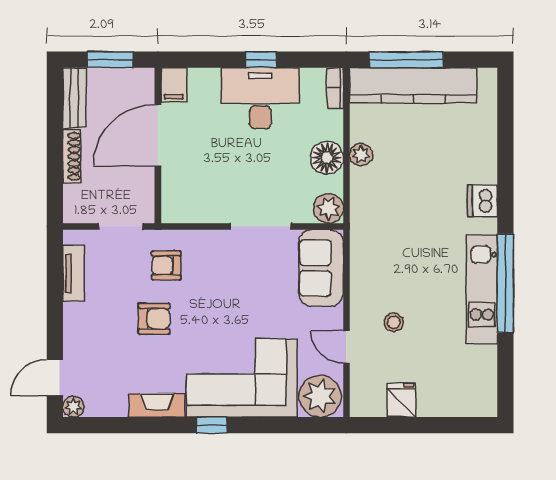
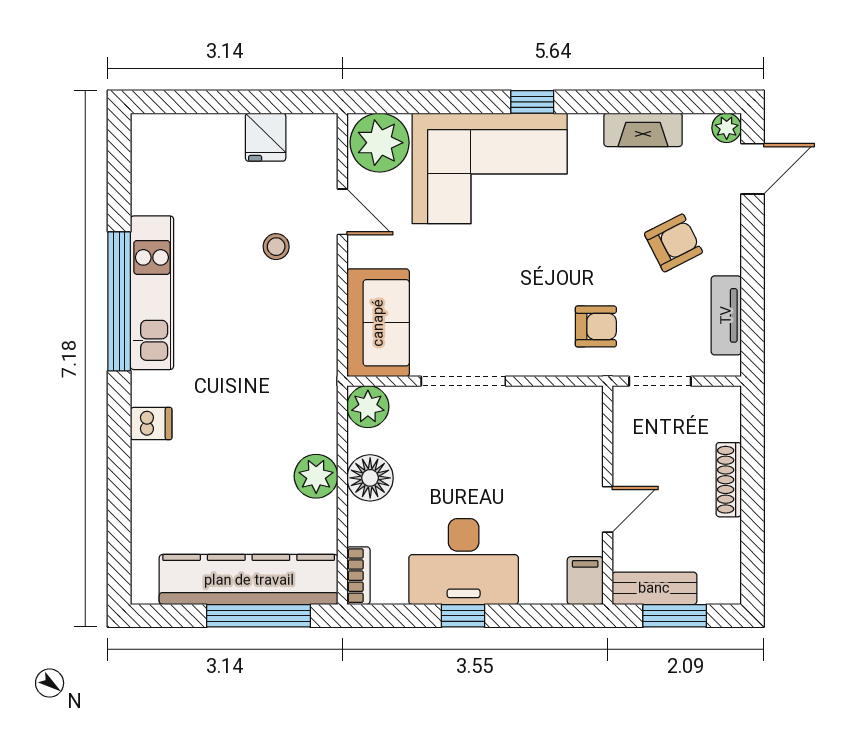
bench: (74, 98) -> (654, 588), moved, turned 90
door: (158, 135) -> (608, 509), width x0.53
plant: (361, 155) -> (316, 476), width x1.38, depth x1.38
dishwasher: (483, 201) -> (151, 424), width x0.73
armchair: (154, 319) -> (673, 243), moved, turned 153
fireplace: (157, 405) -> (643, 130), moved

